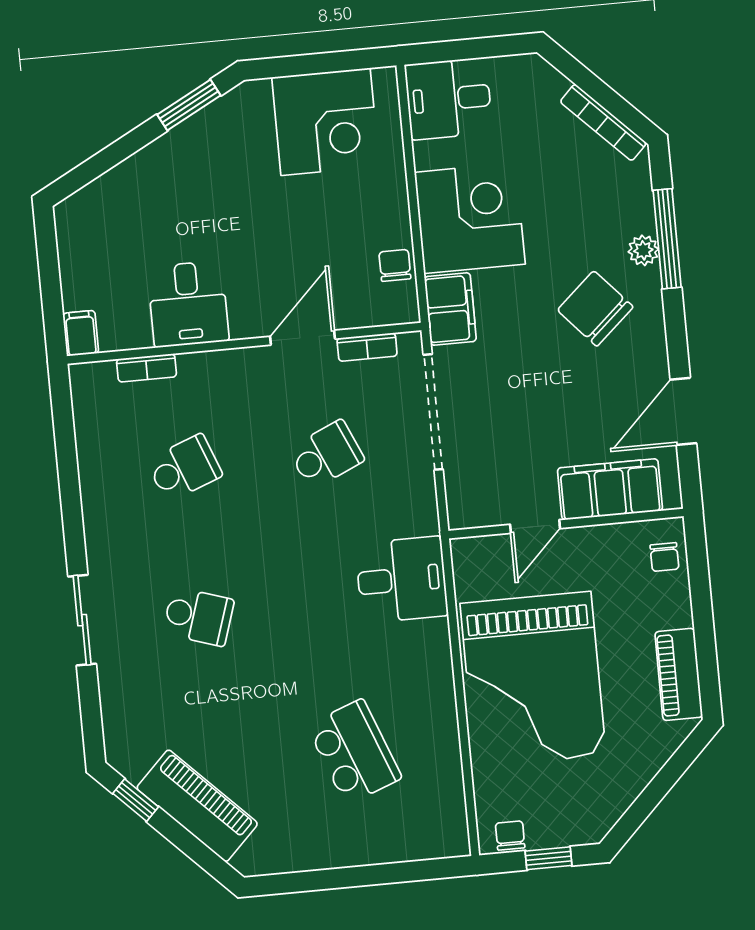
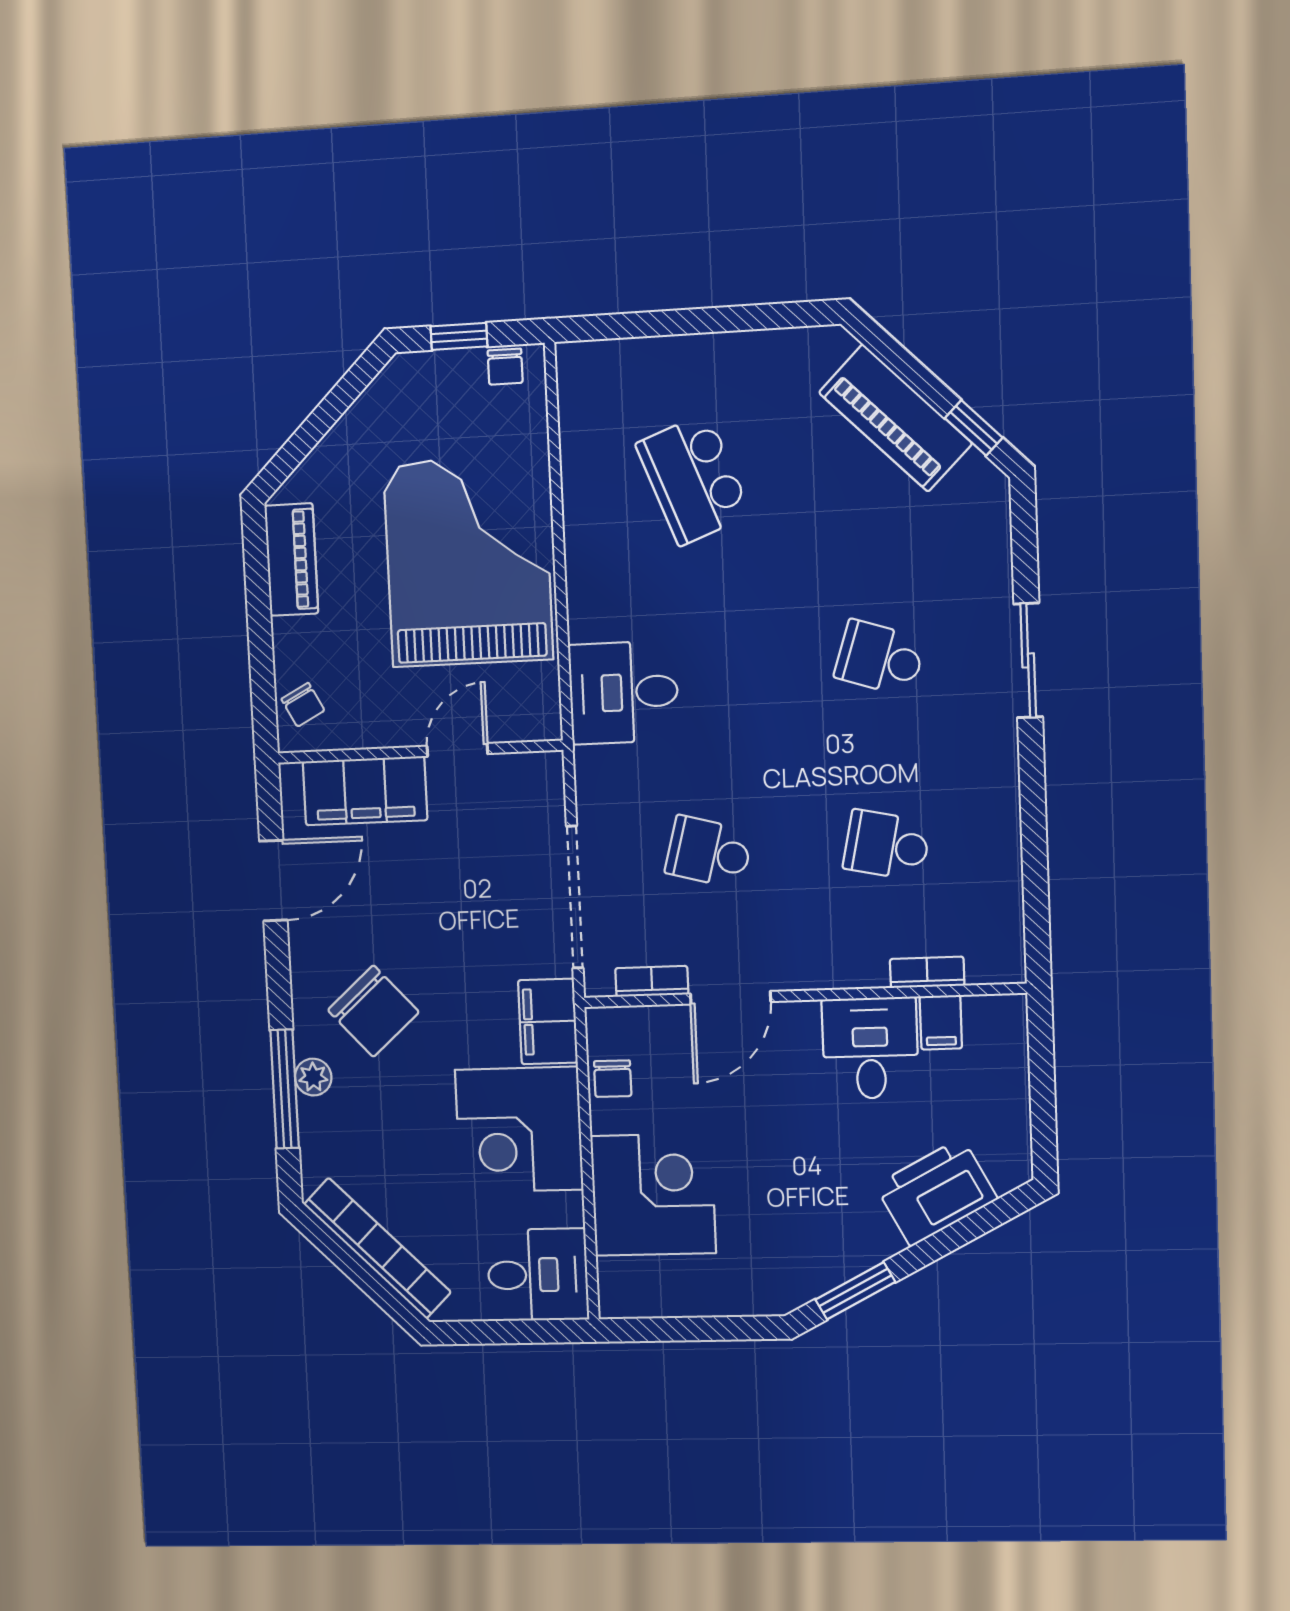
corner desk: (325, 122) -> (653, 1195), moved, turned 90
bookcase: (603, 122) -> (377, 1248), width x1.48, depth x1.31
printer: (129, 190) -> (936, 1192), added
filing cabinet: (81, 333) -> (941, 1022), moved
school desk: (326, 455) -> (709, 852), turned 39
school desk: (184, 468) -> (887, 845), turned 33
chair: (664, 557) -> (303, 705), turned 152

